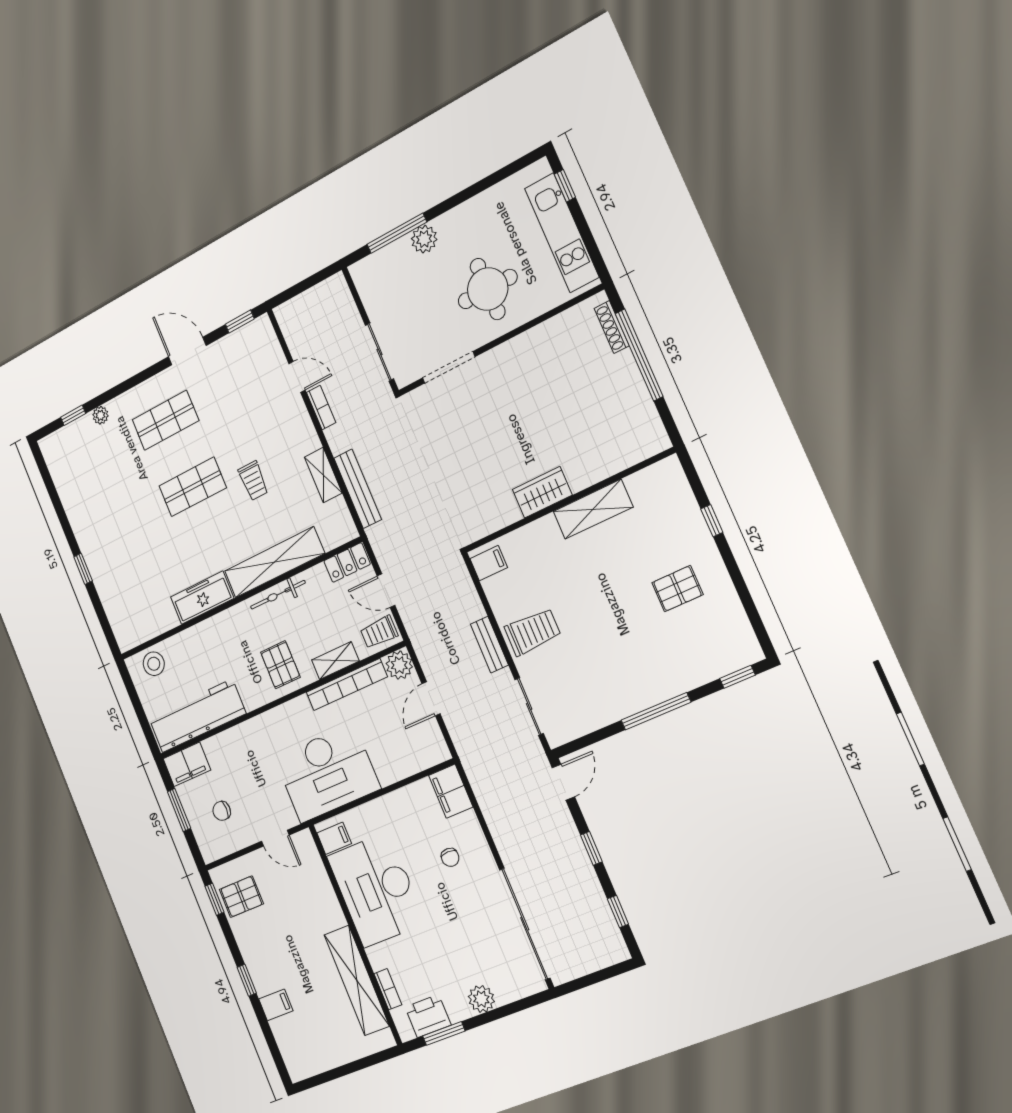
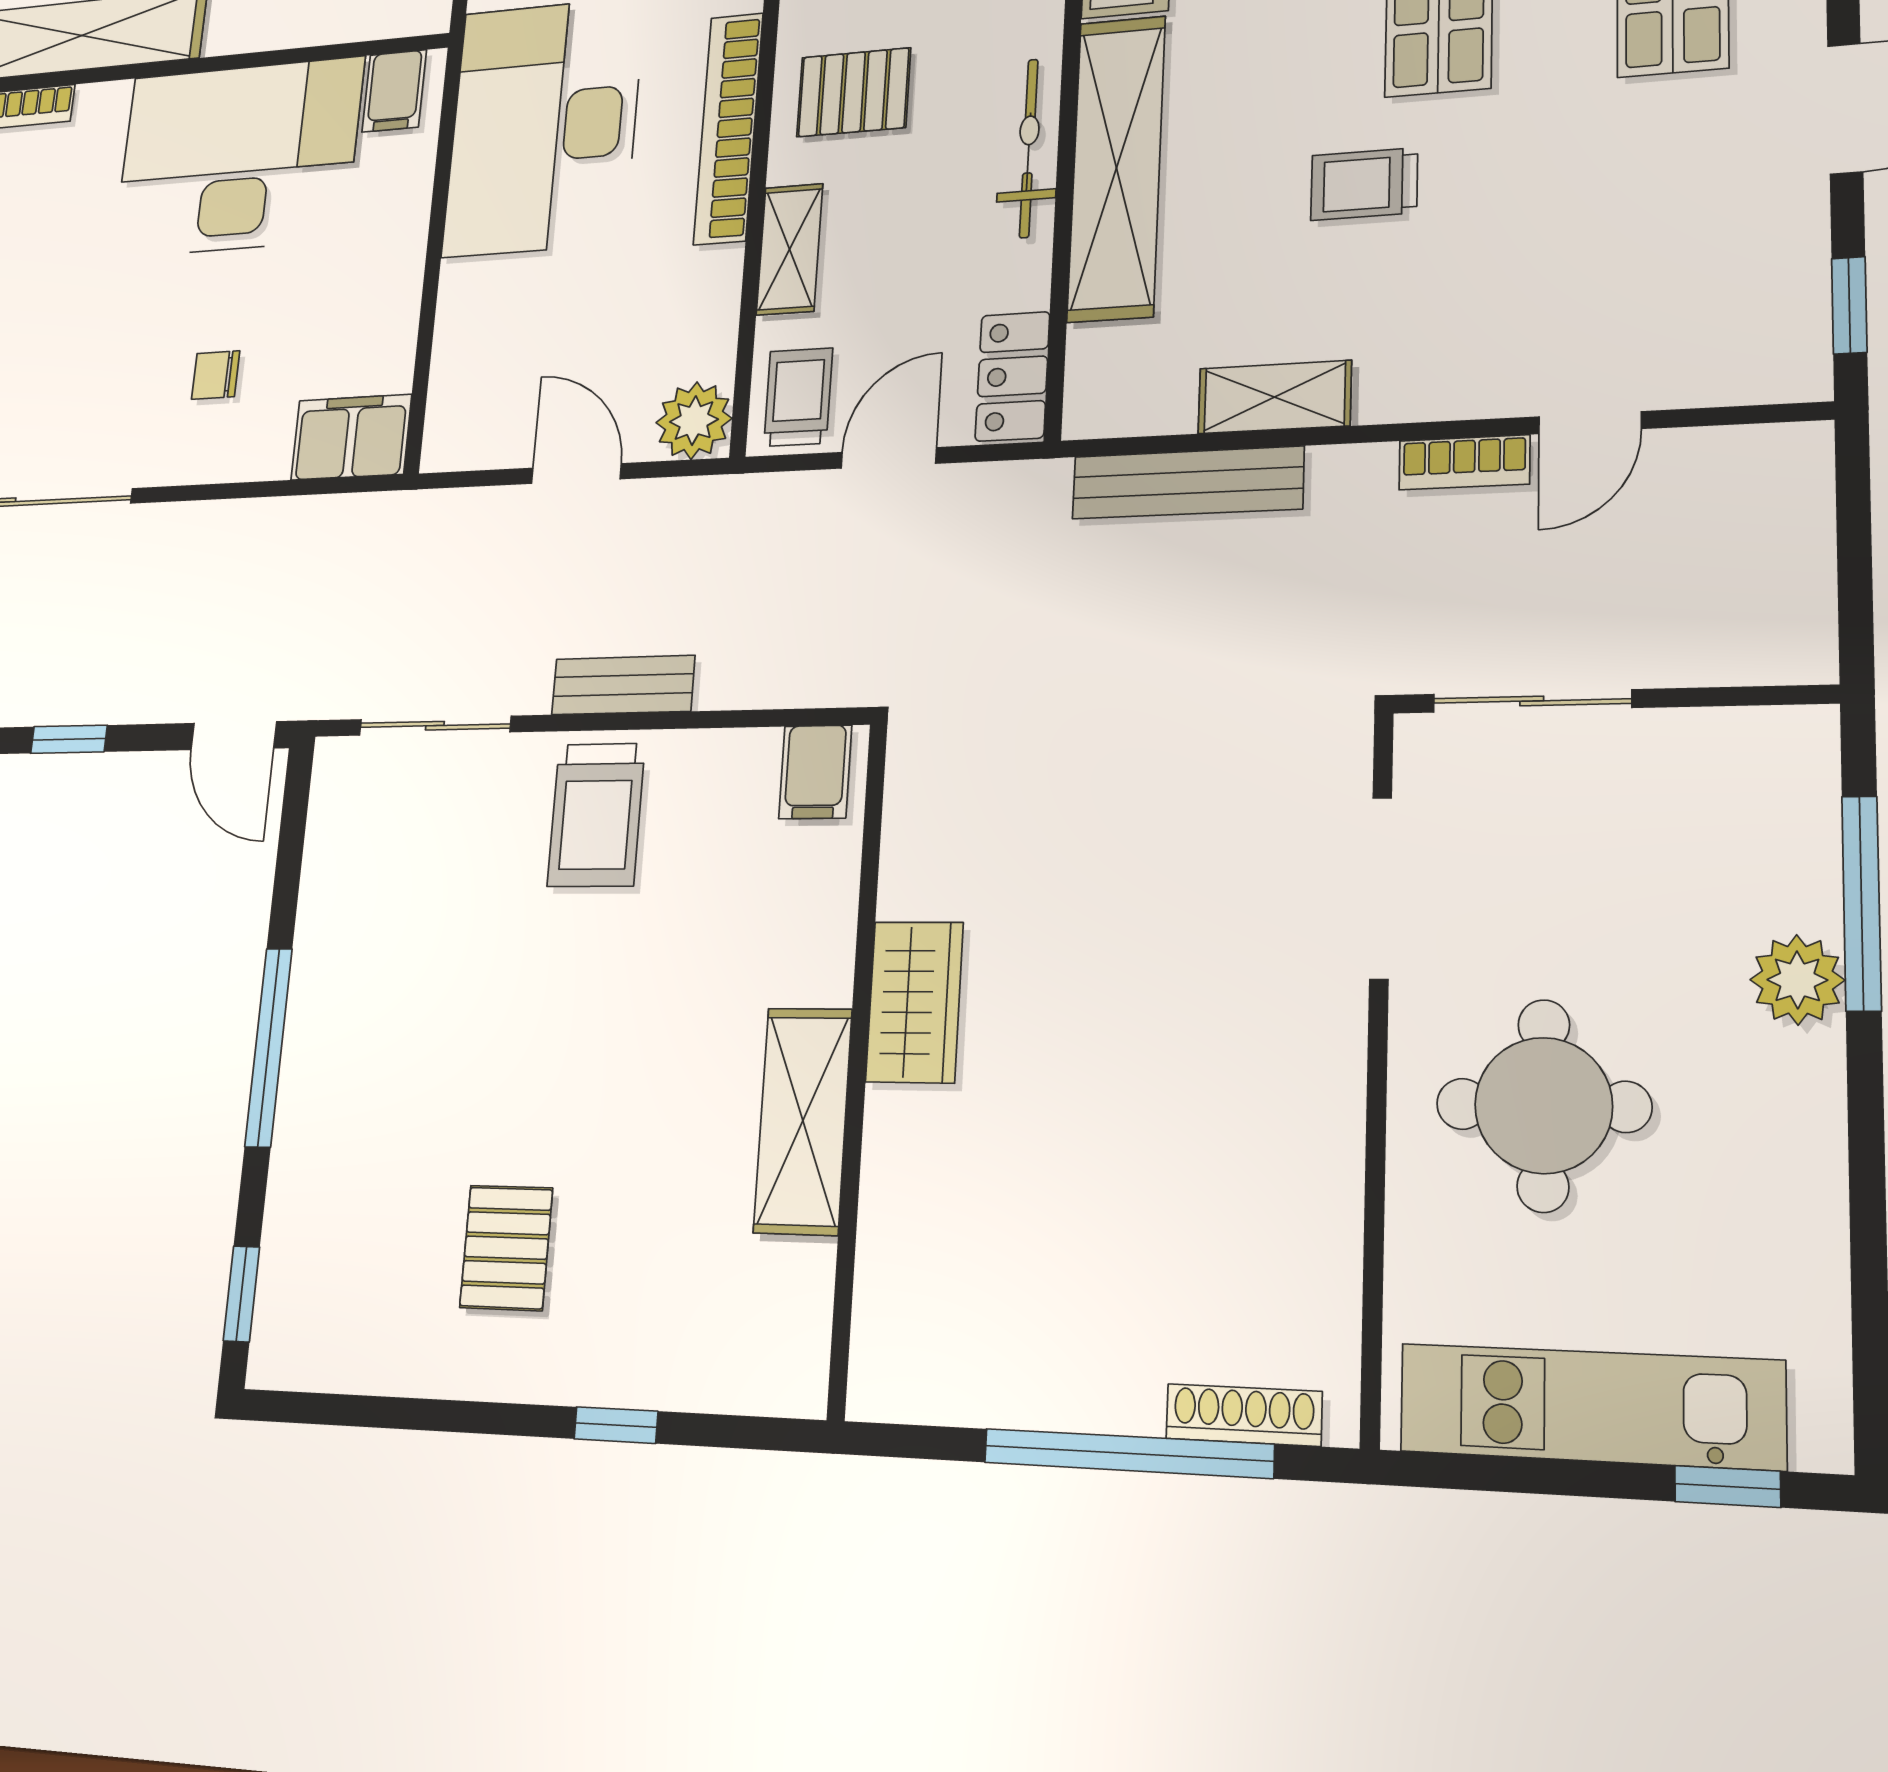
bookcase: (347, 685) -> (728, 128), moved

